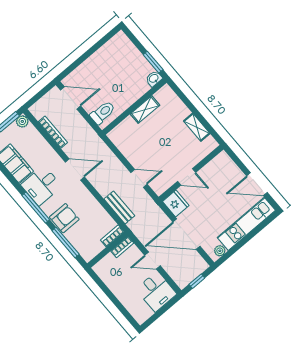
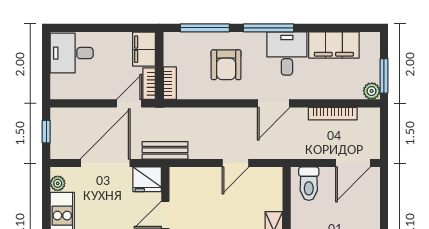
door: (139, 178) -> (235, 163), moved
bench: (119, 207) -> (165, 150), moved
armchair: (64, 218) -> (226, 65), moved
door: (152, 261) -> (129, 103), moved
filing cabinet: (106, 266) -> (144, 49), added
desk: (156, 292) -> (72, 53), moved

